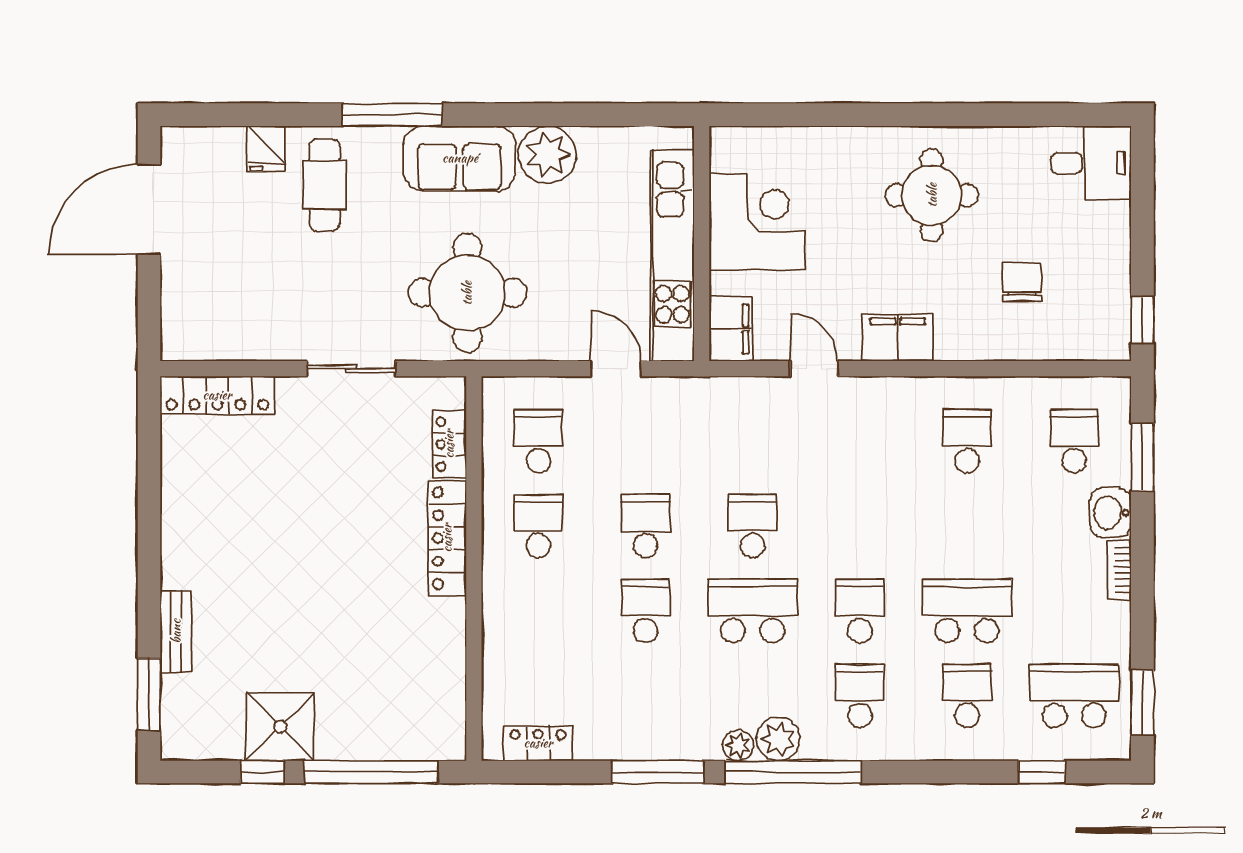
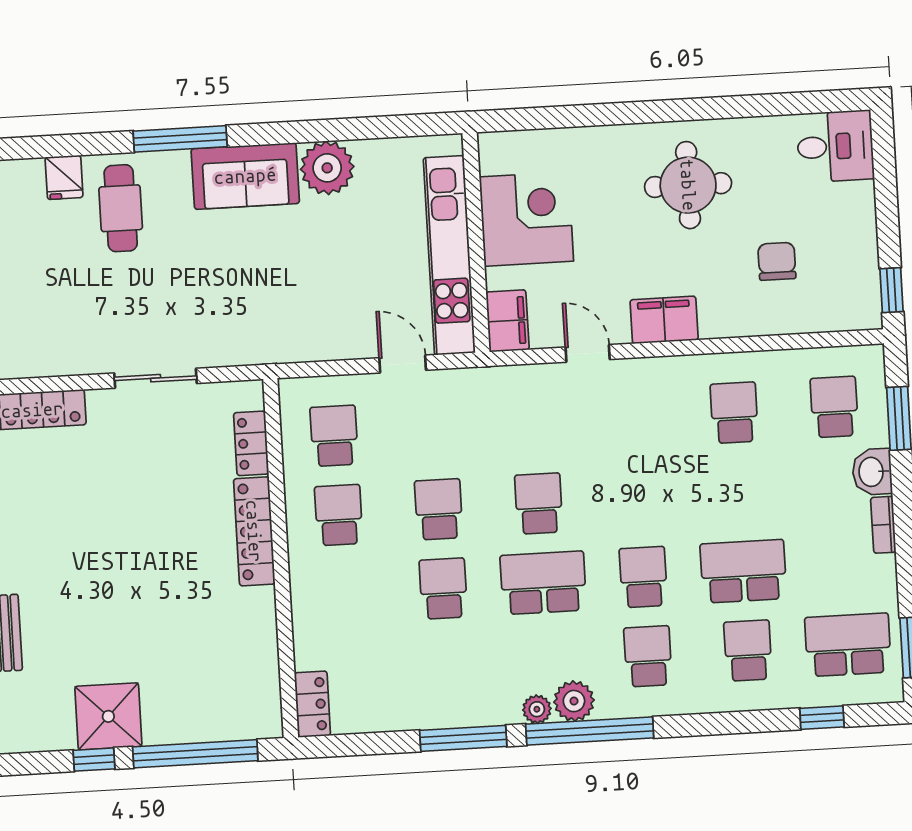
round table: (467, 293) -> (260, 301), removed
locker: (538, 743) -> (312, 704), moved, turned 90

